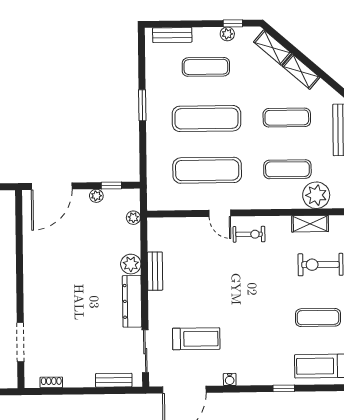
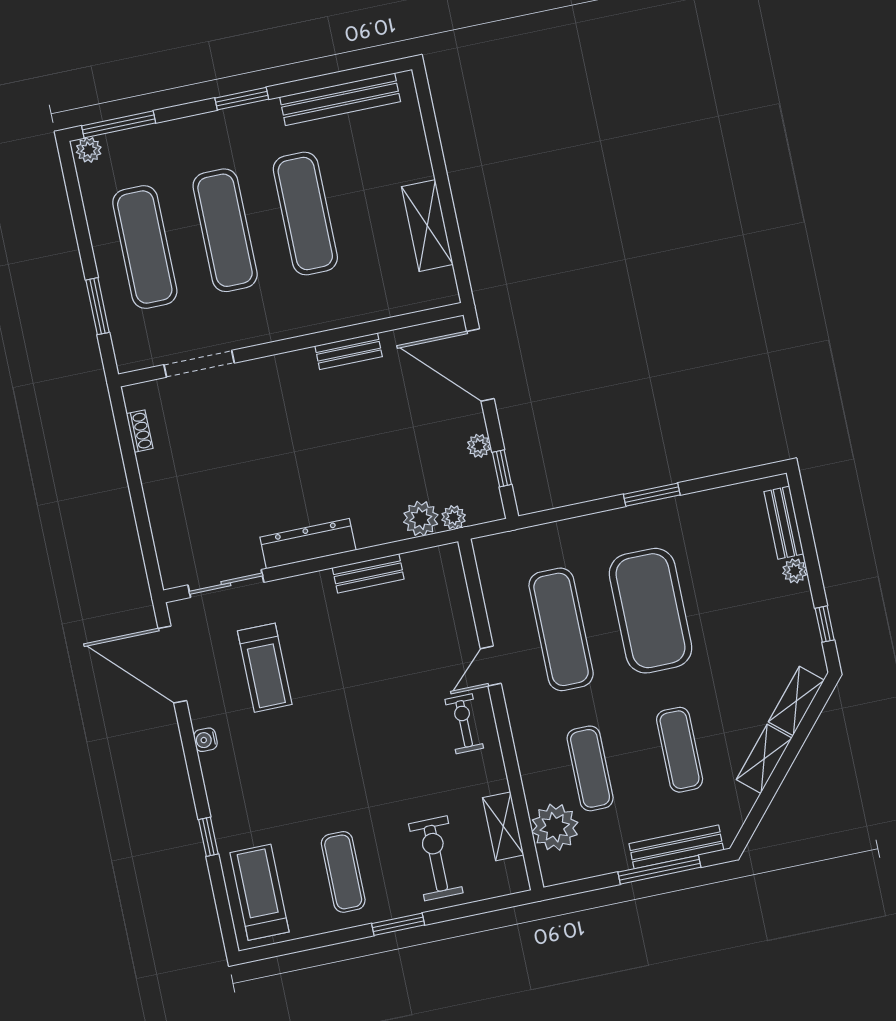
plant: (227, 34) -> (795, 571), moved
exercise mat: (206, 67) -> (740, 592), removed
exercise mat: (207, 119) -> (651, 611), width x1.47
exercise bike: (249, 234) -> (464, 724), turned 180
plant: (131, 264) -> (421, 519), moved
bench: (114, 380) -> (349, 351), moved, turned 90

